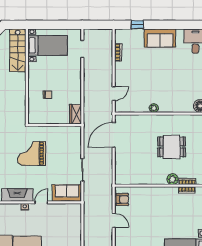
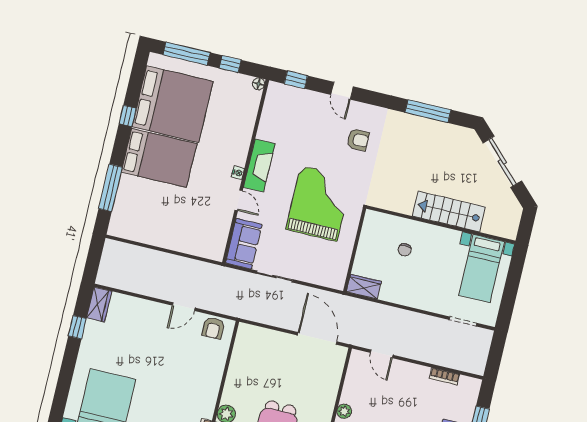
stairs: (18, 50) -> (449, 212), moved
grand piano: (32, 153) -> (319, 203), width x1.37, depth x1.48

